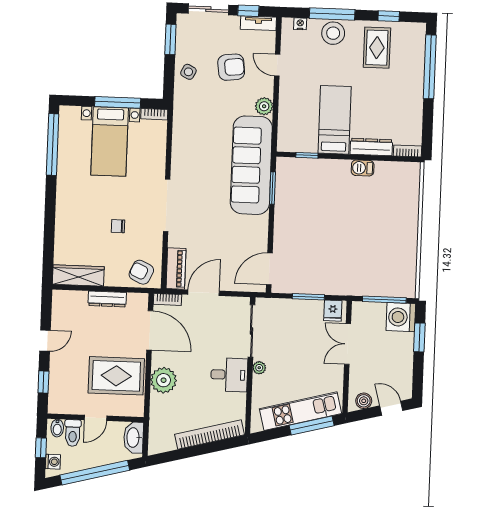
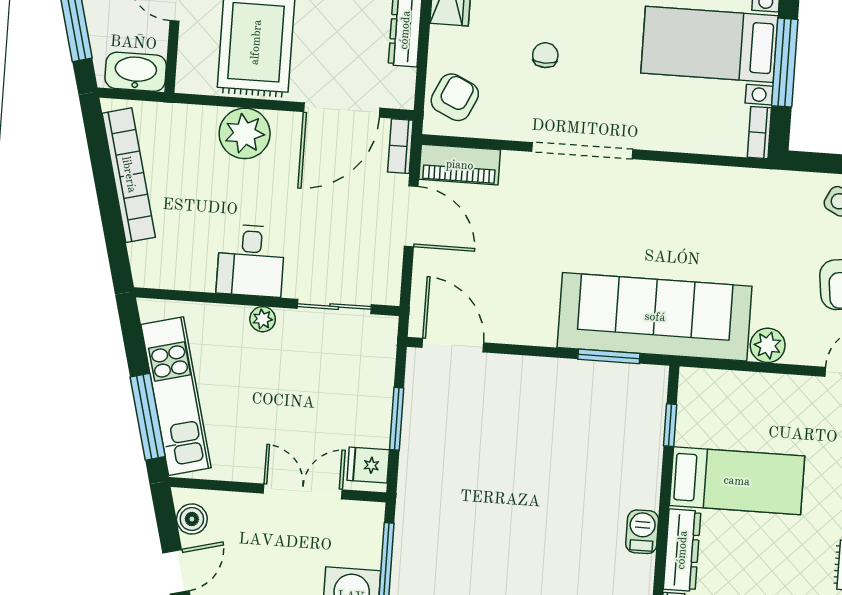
sliding door: (251, 331) -> (334, 307), width x0.73
bookcase: (209, 434) -> (129, 175), moved

